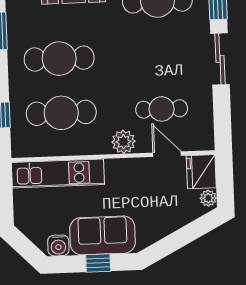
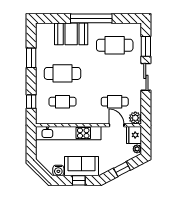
cafe table: (61, 113) -> (62, 102), width x0.73, depth x0.74
plant: (123, 142) -> (135, 118), moved
kitchen unit: (58, 173) -> (68, 133), width x1.36
window: (181, 238) -> (122, 169), added

